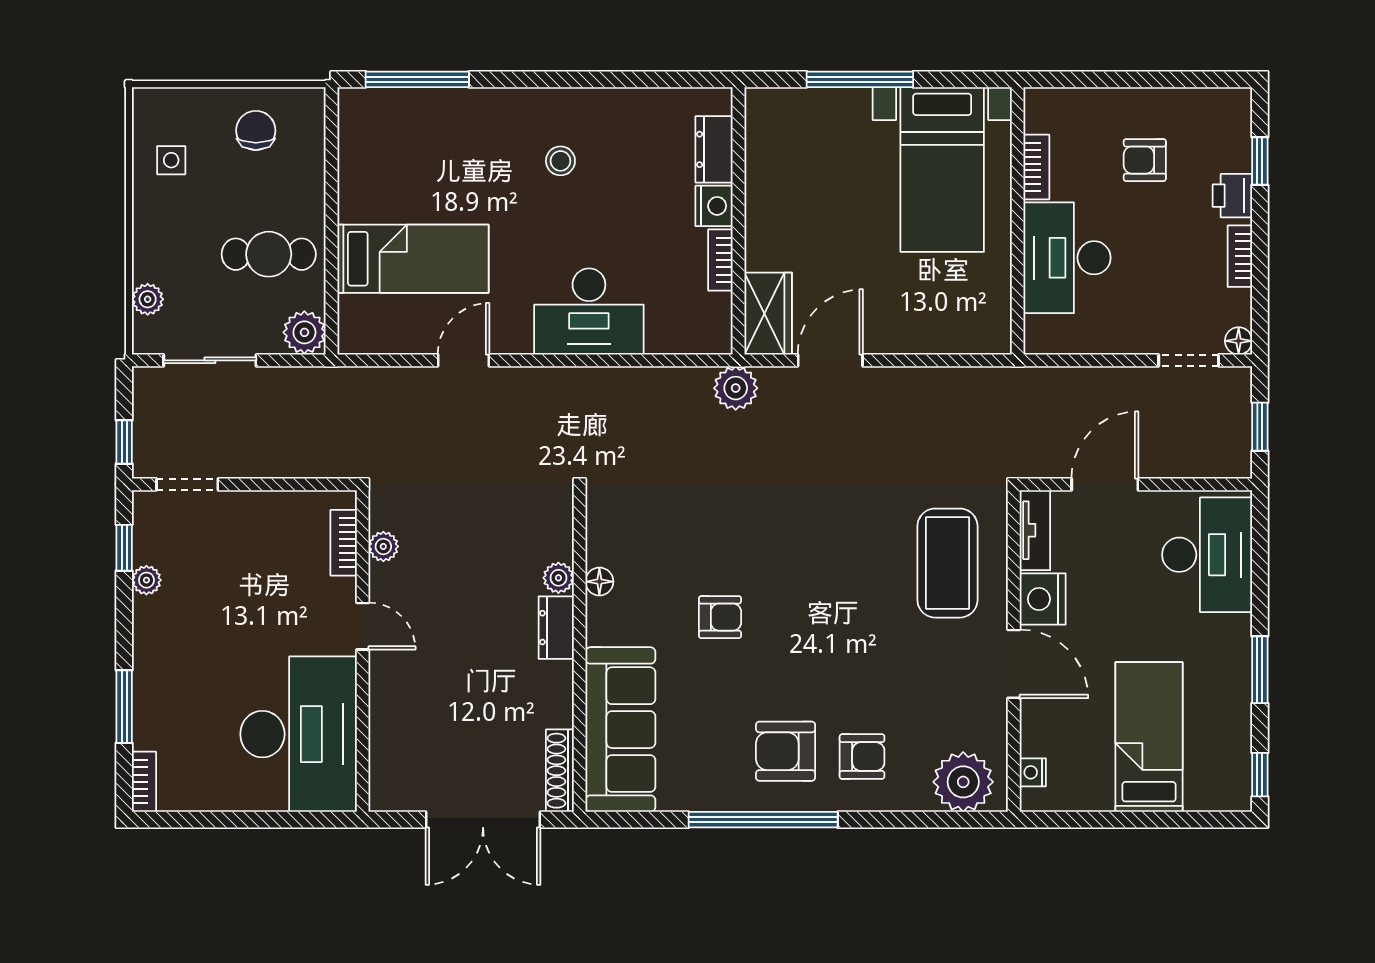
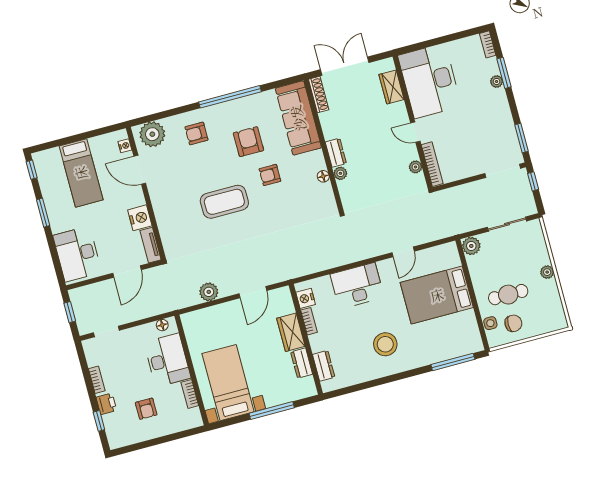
chair: (256, 130) -> (513, 323), turned -90
side table: (171, 160) -> (490, 323), moved
armchair: (1145, 160) -> (146, 409), turned 90
stool: (560, 161) -> (385, 344), width x1.89, depth x1.89
dresser: (763, 169) -> (302, 363), added
nightstand: (714, 206) -> (306, 298), moved
cafe table: (269, 254) -> (508, 295), moved
bed: (413, 259) -> (437, 295), width x1.50
plant: (148, 299) -> (547, 272), moved
wardrobe: (768, 314) -> (291, 332), moved
floor lamp: (1239, 341) -> (162, 325), moved
plant: (736, 388) -> (209, 292), moved
doorway: (187, 484) -> (503, 171), width x1.38
bookcase: (344, 543) -> (432, 164), width x1.56
window: (124, 548) -> (521, 138), width x1.50
coffee table: (947, 563) -> (224, 202), moved, turned 90
plant: (146, 580) -> (497, 81), moved
door: (1014, 664) -> (140, 170), moved
wardrobe: (389, 743) -> (391, 87), added
armchair: (786, 751) -> (248, 142), moved, turned -90

